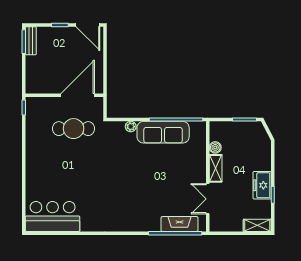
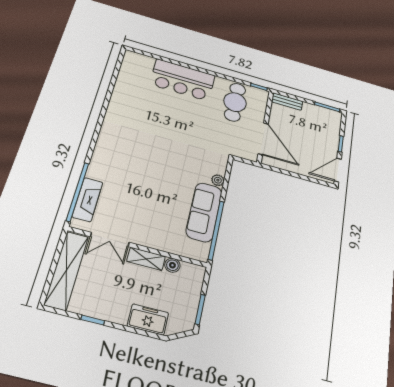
bench: (31, 41) -> (287, 102), moved
cafe table: (74, 129) -> (235, 102), moved
freezer: (262, 185) -> (148, 319), moved
double door: (208, 199) -> (110, 240), swing flipped
bar counter: (53, 216) -> (183, 80), moved, turned 90
shelving: (257, 225) -> (67, 270), width x2.20, depth x1.33

